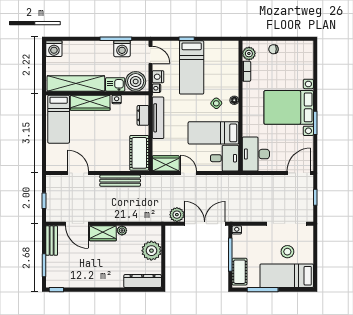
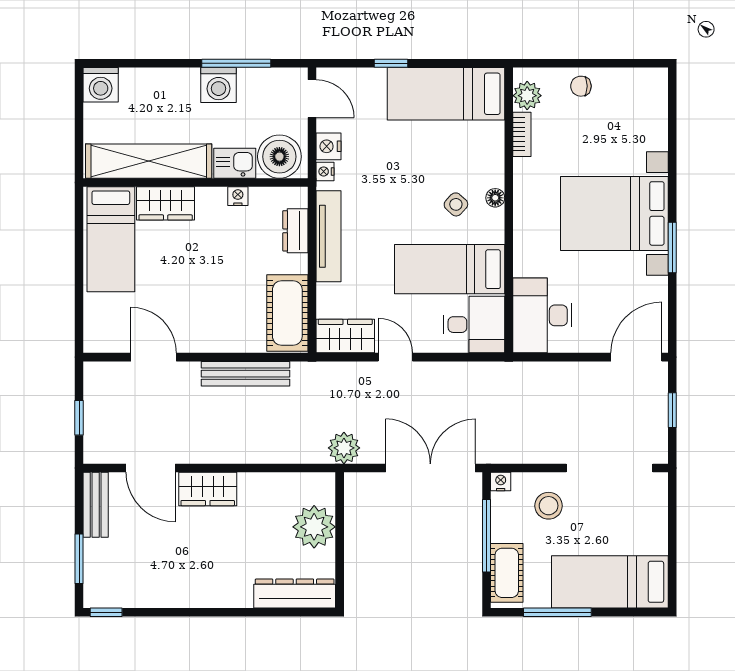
washing machine: (122, 49) -> (218, 85), moved
bed: (192, 67) -> (446, 94), moved, turned 90
wardrobe: (90, 103) -> (166, 203), width x0.67
plant: (177, 215) -> (344, 448), moved
plant: (122, 230) -> (249, 483), removed
stool: (287, 252) -> (549, 506), moved

